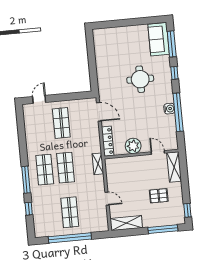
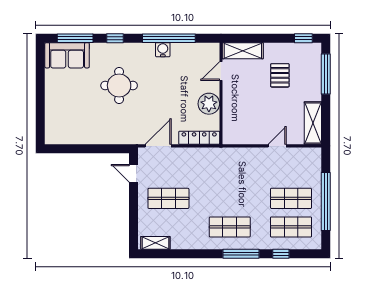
door: (39, 99) -> (134, 173), moved
shelving: (98, 164) -> (155, 243), moved
shop shelf: (66, 168) -> (291, 227), moved

